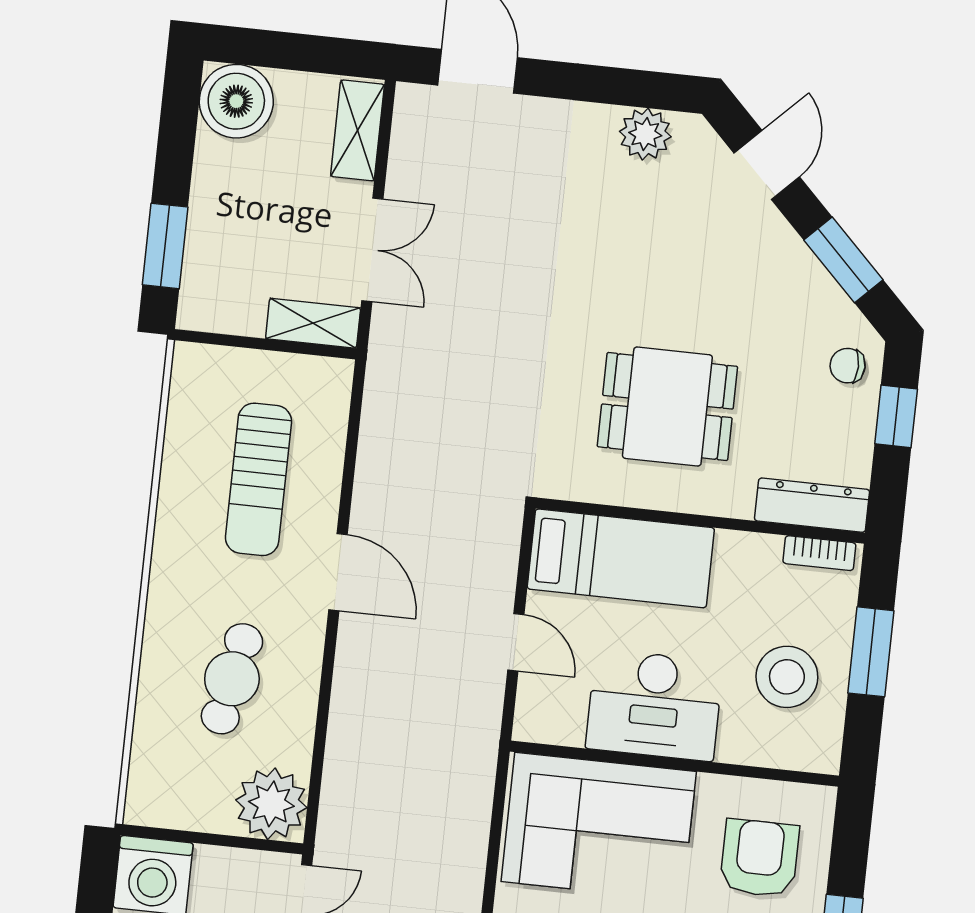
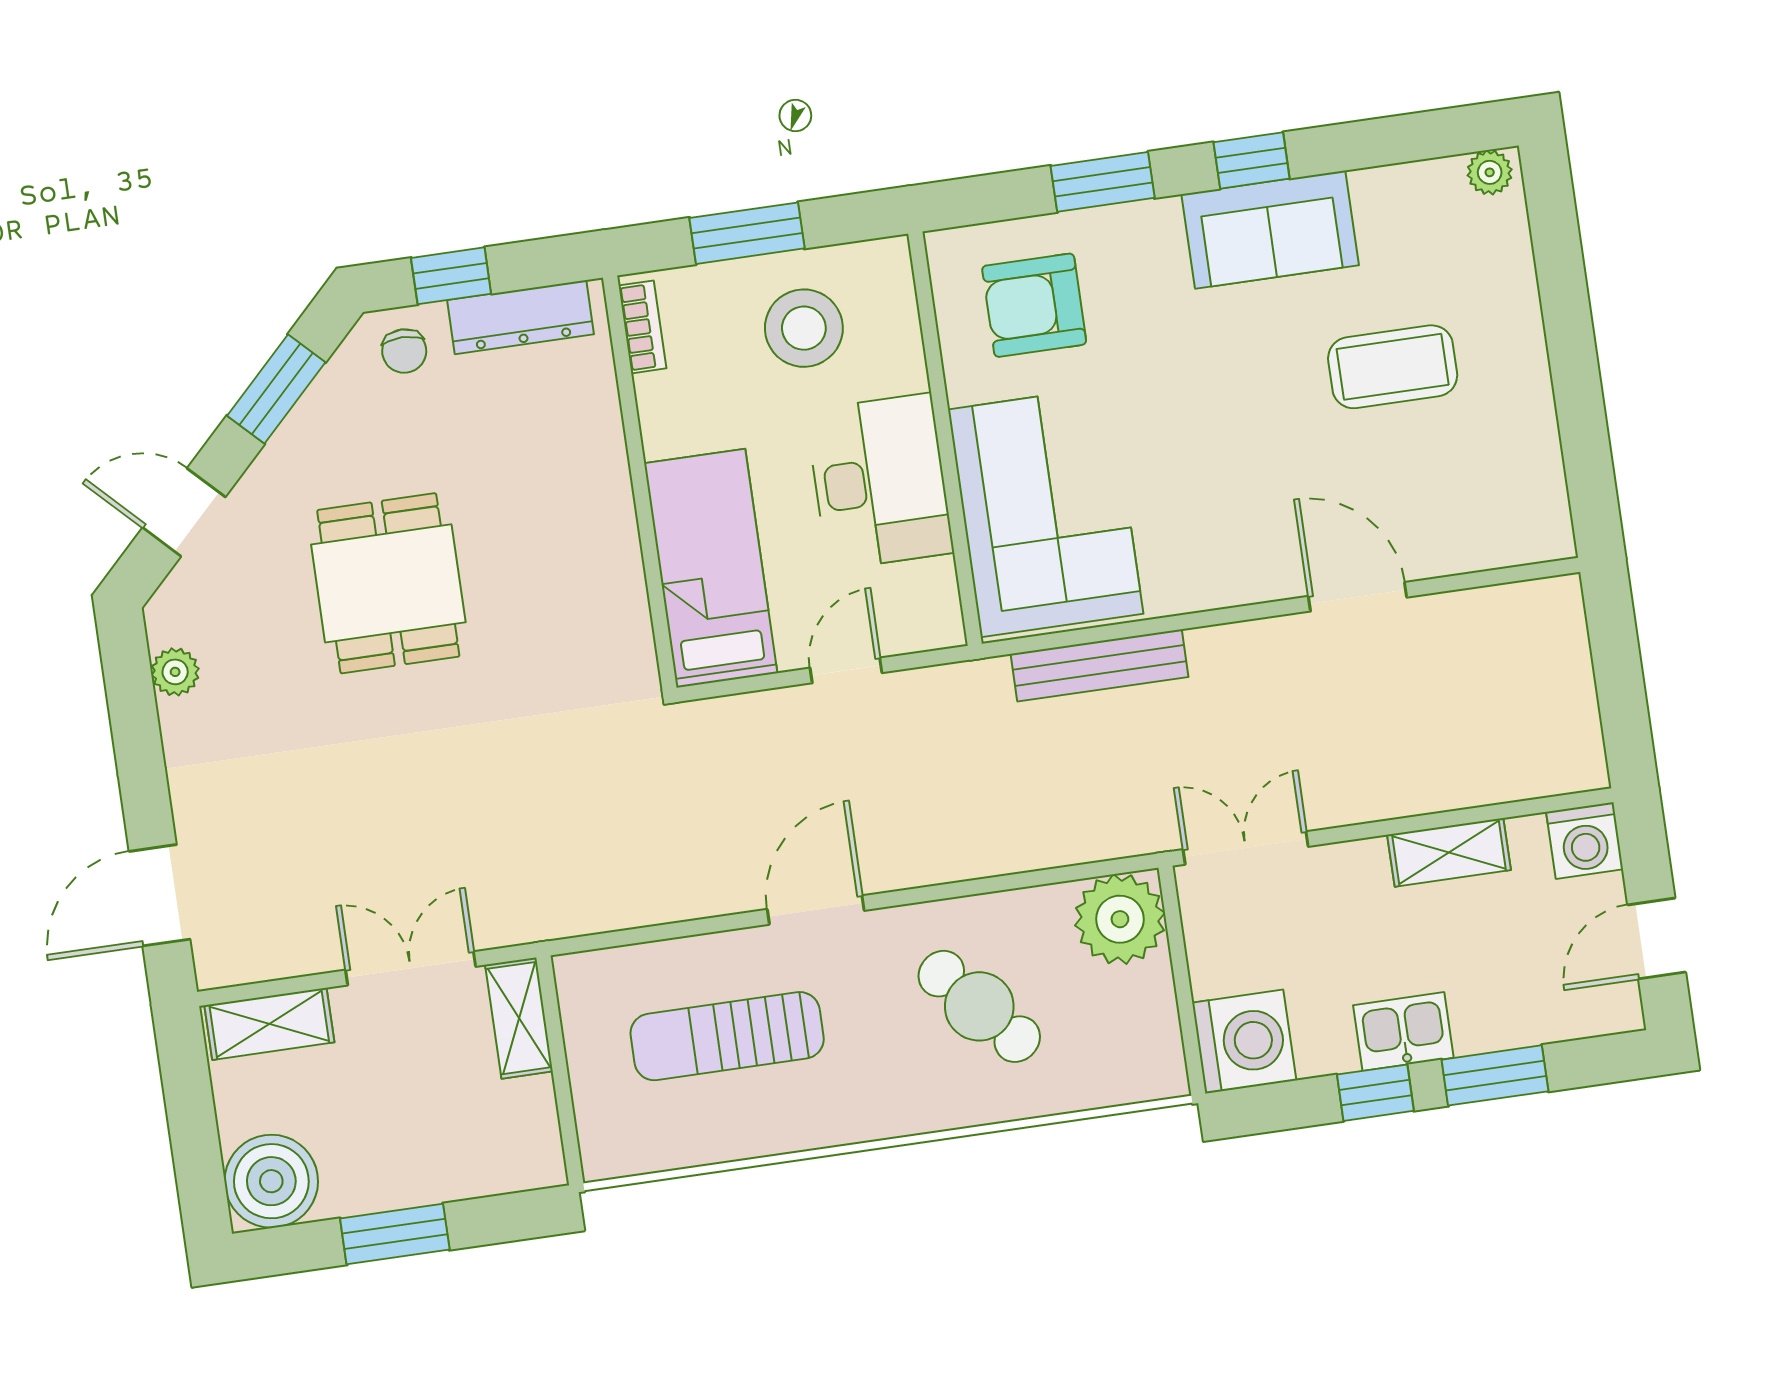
plant: (645, 134) -> (175, 672), width x0.73, depth x0.73
window: (165, 246) -> (395, 1234), moved
dining table: (667, 407) -> (388, 583), moved
sun lounger: (258, 479) -> (727, 1036), turned 180
dresser: (812, 505) -> (520, 317), moved, turned -90
cafe table: (232, 679) -> (979, 1006), turned 38
bench: (470, 838) -> (1099, 665), added

